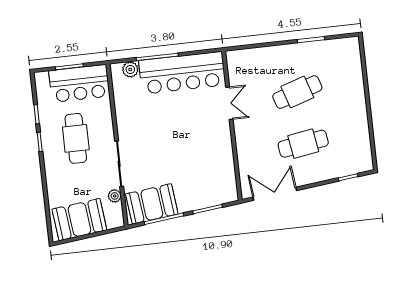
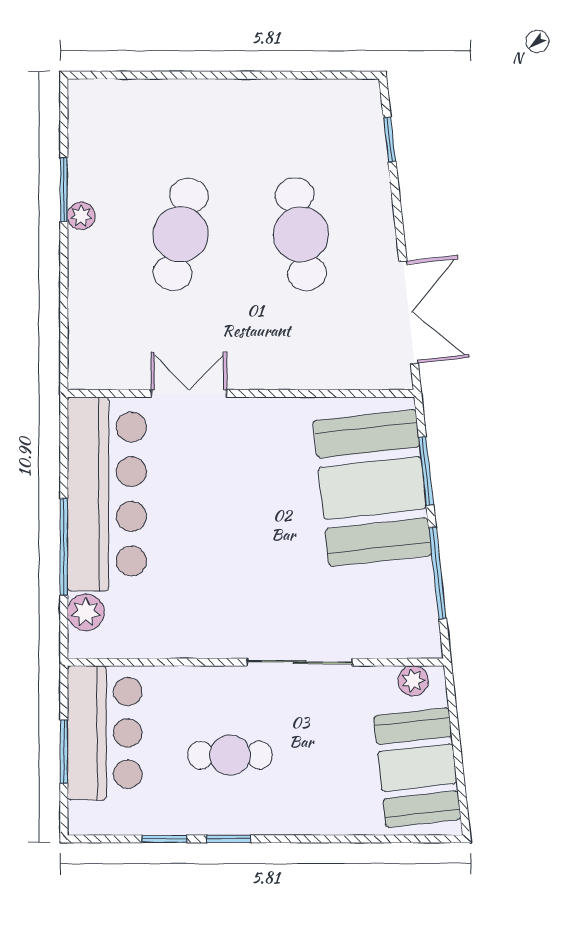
plant: (300, 48) -> (81, 216), added
cafe table: (297, 92) -> (181, 234), turned 30
cafe table: (76, 138) -> (230, 755), width x0.73, depth x0.74
double door: (275, 194) -> (409, 313), swing flipped
plant: (115, 196) -> (413, 681), moved
booth: (152, 204) -> (373, 488), moved, width x1.36, depth x1.42

